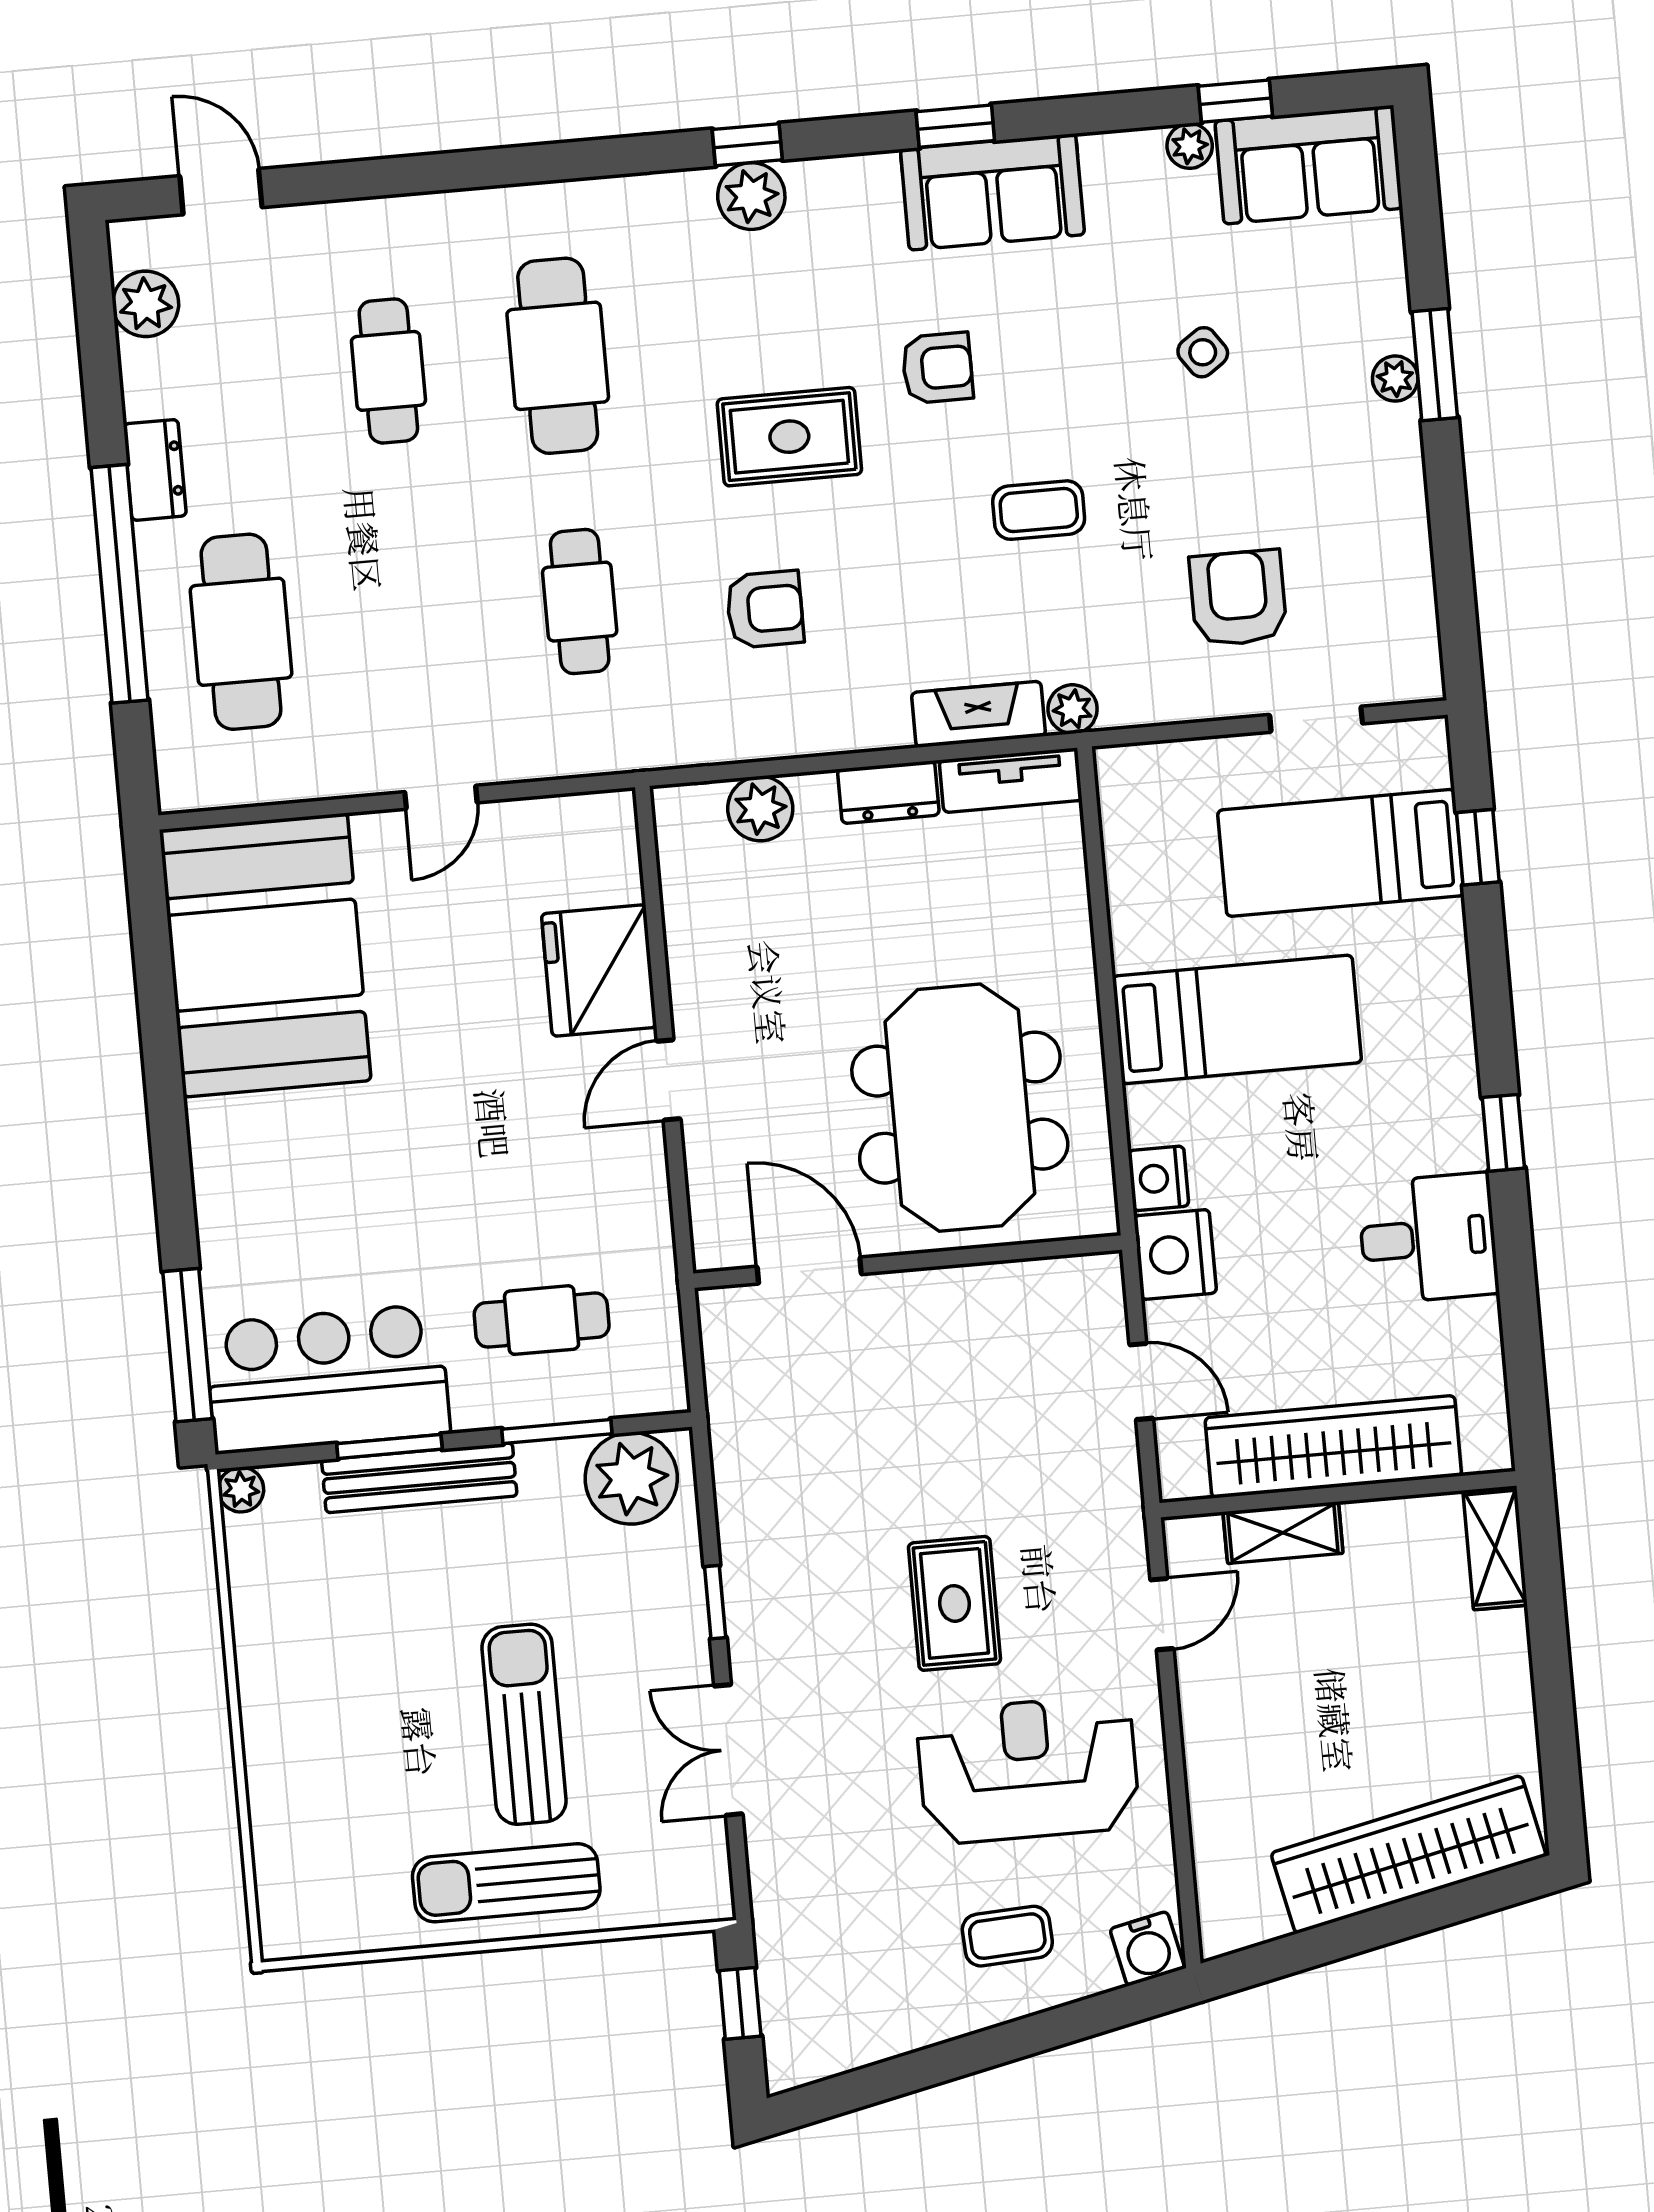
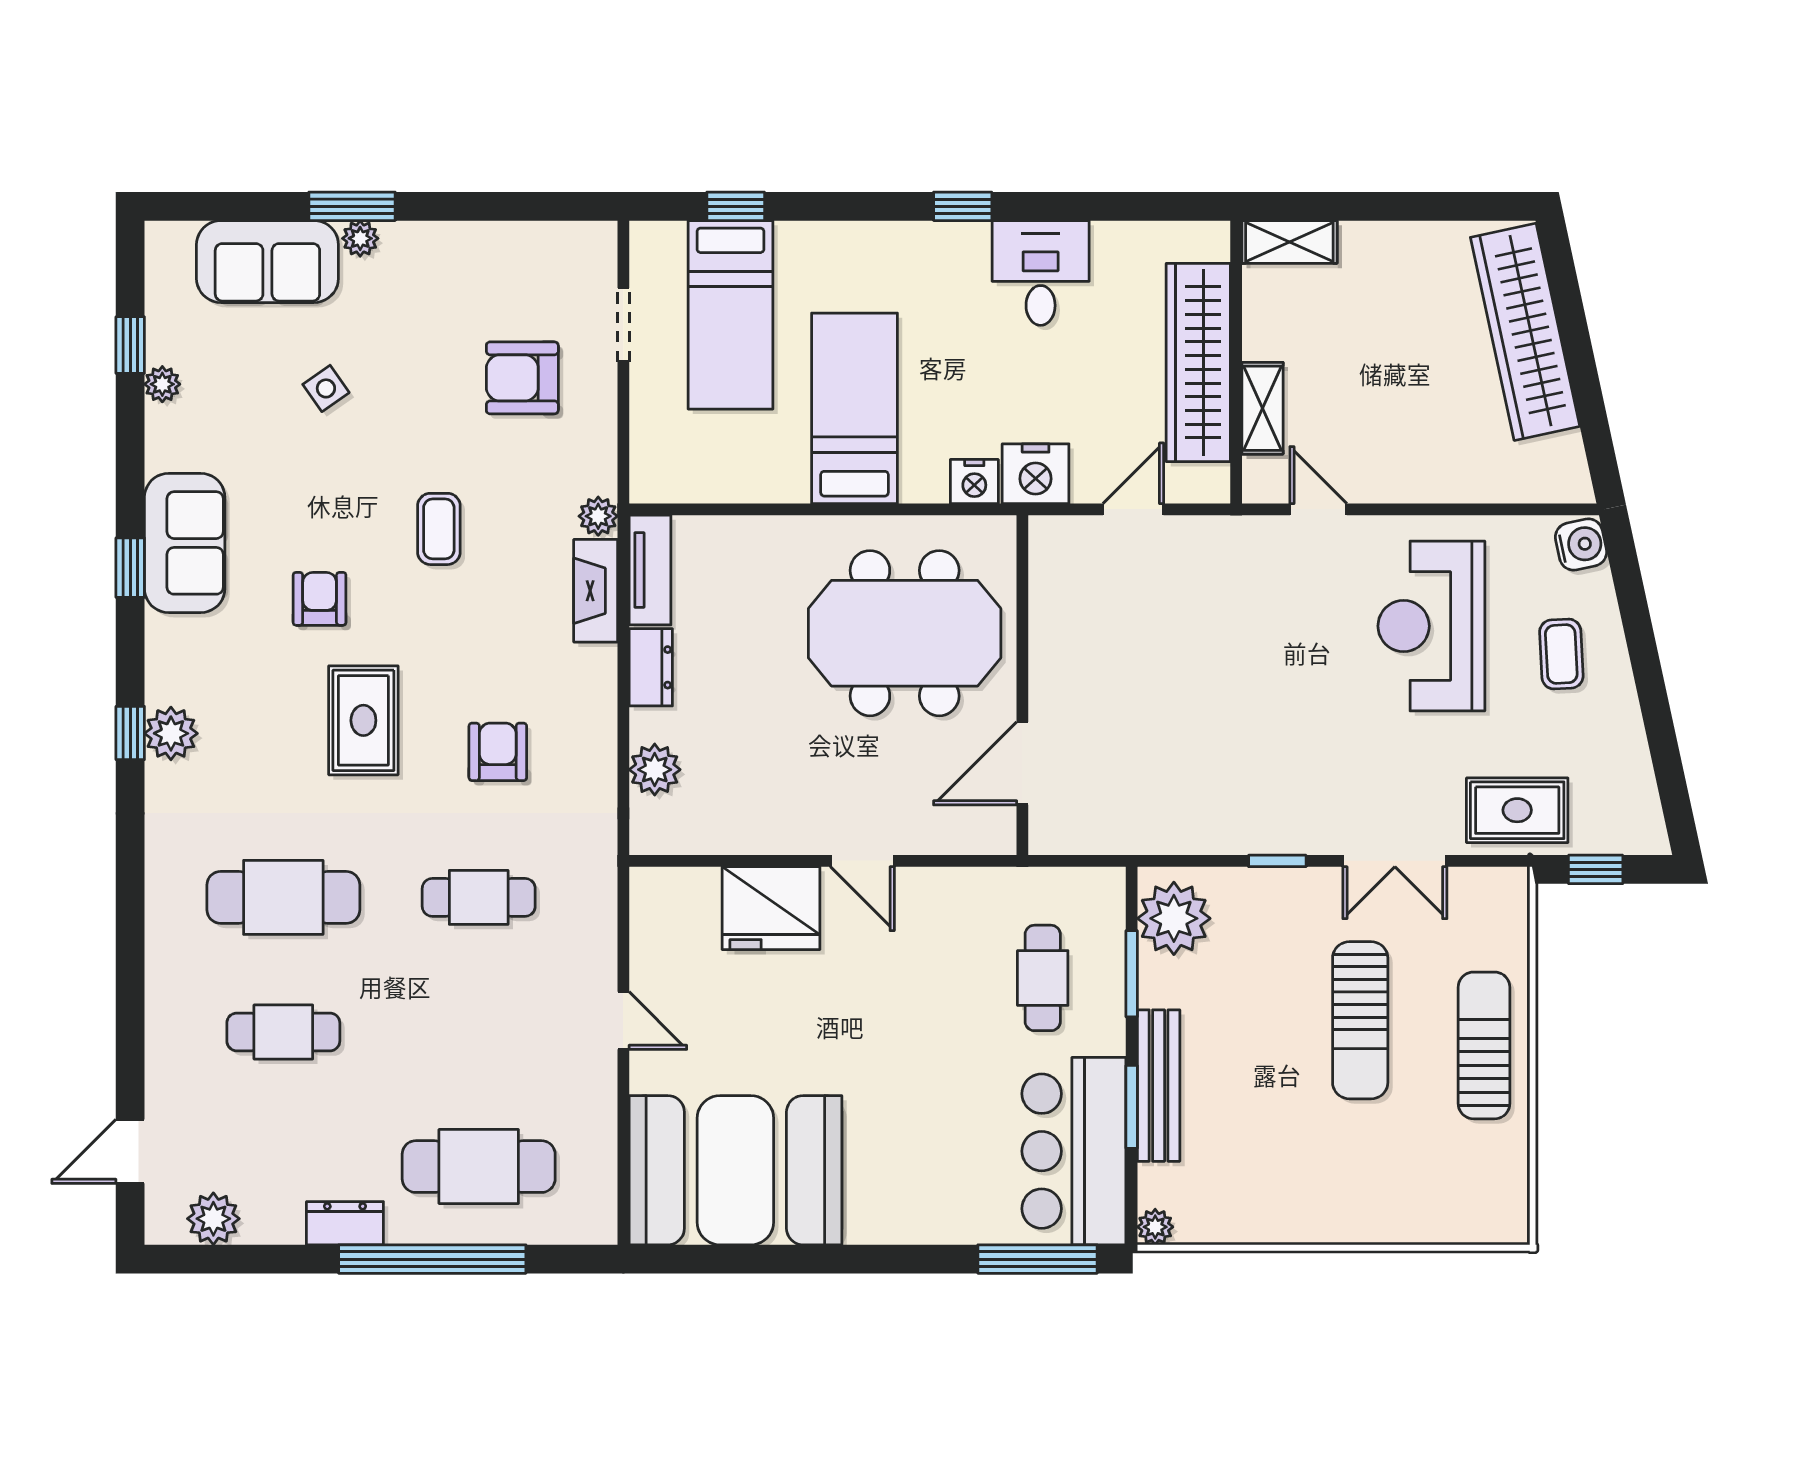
sofa: (1309, 165) -> (267, 262), moved, turned 90
rug: (954, 1603) -> (1517, 810), moved
sun lounger: (524, 1724) -> (1360, 1020), turned -90
sun lounger: (506, 1883) -> (1484, 1045), turned 180

